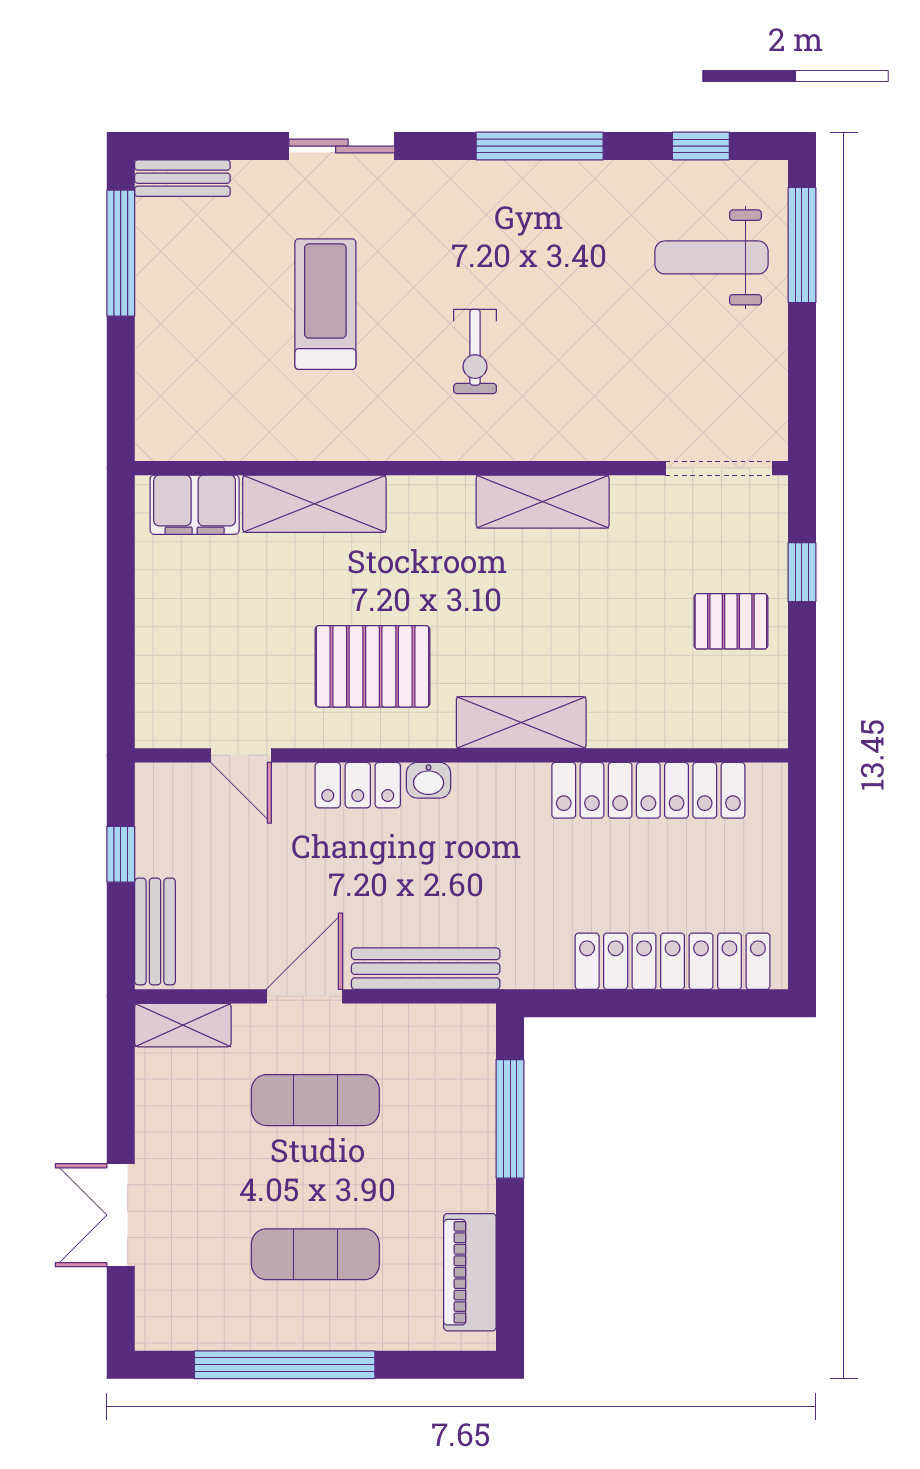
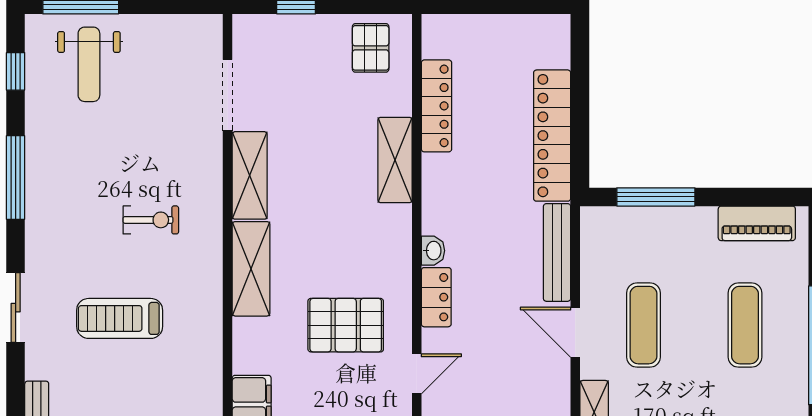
doorway: (719, 468) -> (228, 95), moved
shelving: (314, 504) -> (251, 269), moved
pallet: (731, 621) -> (371, 48), moved
pallet: (372, 666) -> (346, 325), moved, turned 90
shelving: (521, 723) -> (395, 160), moved
locker: (648, 790) -> (436, 106), width x0.71, depth x0.83
locker: (673, 961) -> (552, 136), moved

